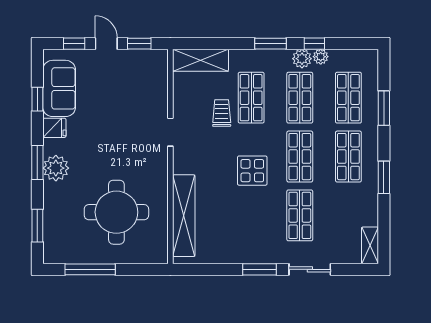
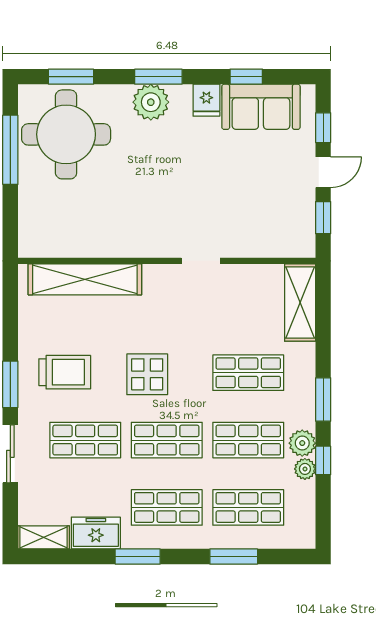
trolley: (222, 113) -> (65, 372), moved, width x1.36, depth x1.39
freezer: (367, 208) -> (96, 533), added
round table: (116, 212) -> (66, 134), moved

